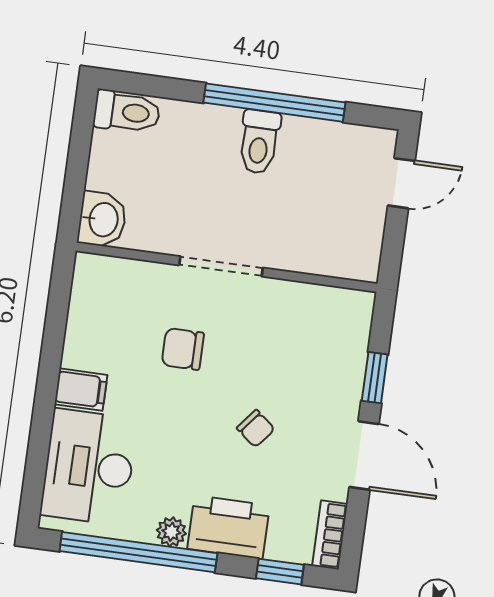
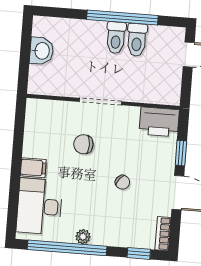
toilet: (127, 112) -> (137, 40), moved, turned 90
washbasin: (102, 219) -> (42, 51), moved
printer: (228, 527) -> (159, 122), moved, turned 180

